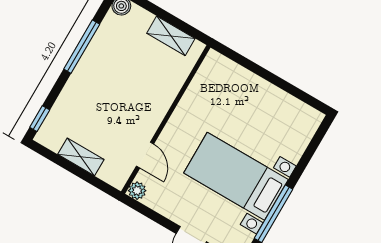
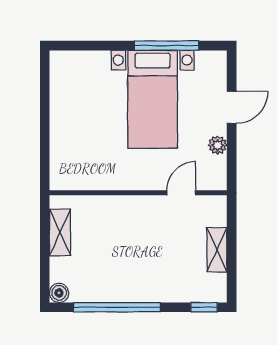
window: (82, 47) -> (117, 307), width x1.46
plant: (137, 191) -> (218, 145), moved

